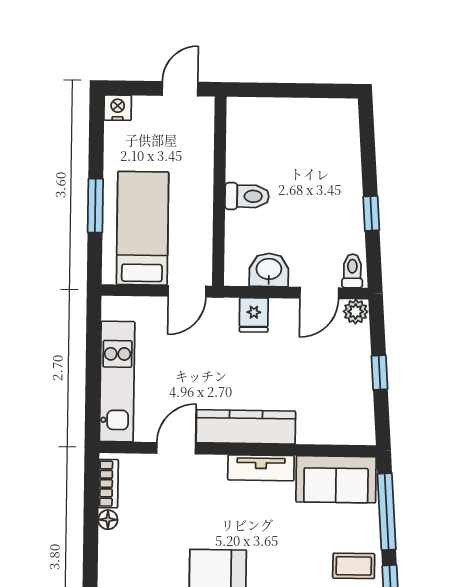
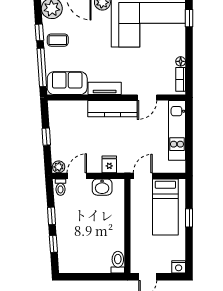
window: (368, 157) -> (53, 244), added
toilet: (247, 196) -> (118, 262), moved, turned 90
window: (95, 206) -> (189, 218), width x0.67

